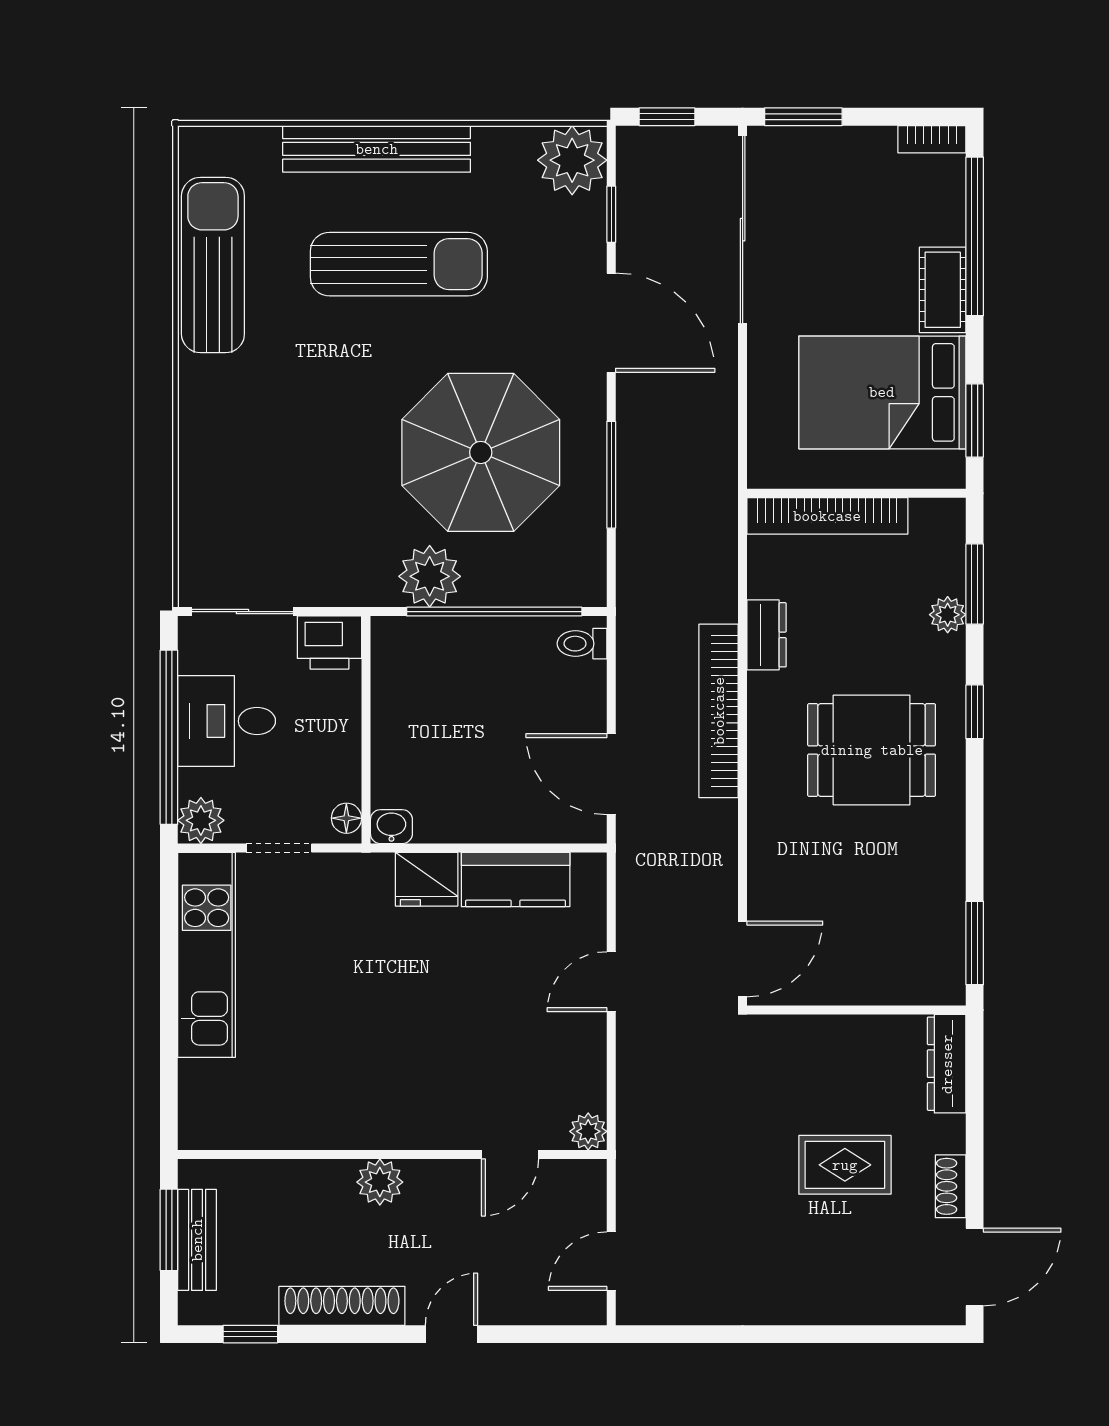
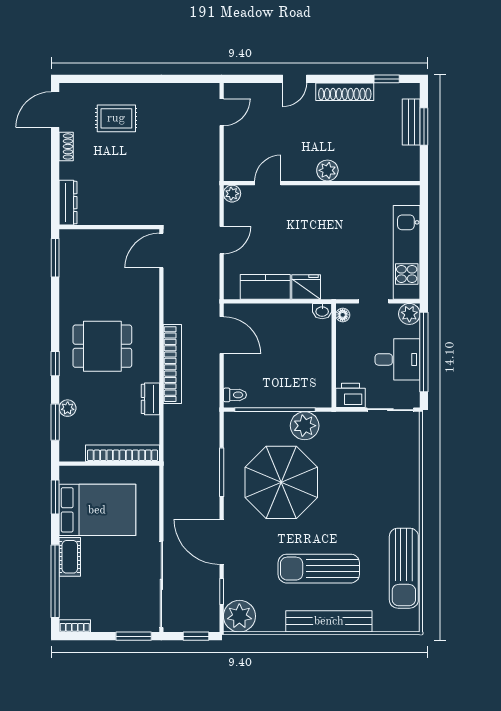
plant: (588, 1131) -> (232, 194), moved
wall: (392, 1155) -> (322, 183), moved
door: (510, 1155) -> (268, 183), moved
rug: (845, 1165) -> (116, 118), moved
plant: (380, 1182) -> (327, 170), moved

